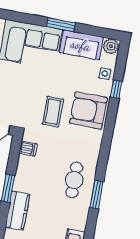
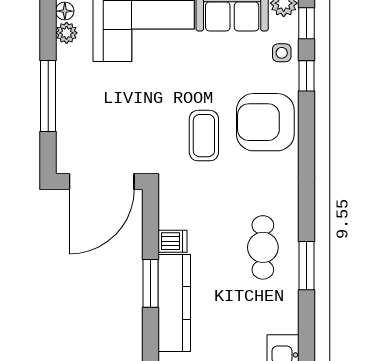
window: (122, 60) -> (307, 23), added
dishwasher: (28, 148) -> (173, 241), moved
kitchen counter: (18, 211) -> (174, 303), width x1.50

